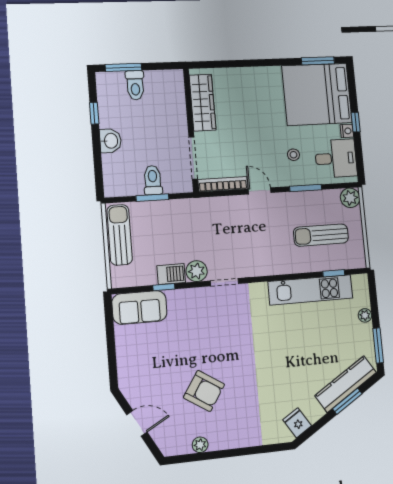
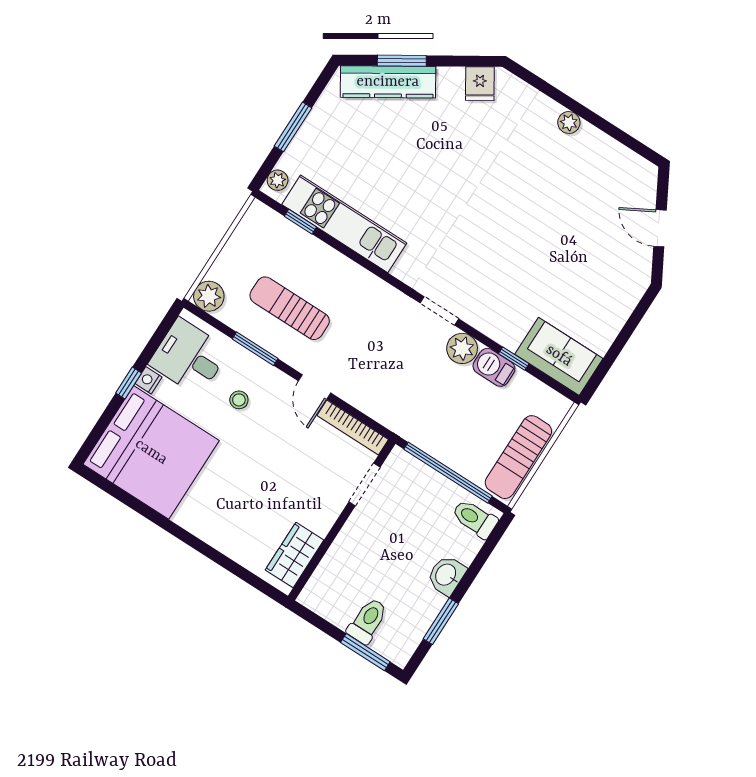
window: (318, 61) -> (118, 493), removed
wardrobe: (203, 103) -> (295, 555), width x0.67
window: (94, 113) -> (441, 621), width x1.50
doorway: (193, 158) -> (364, 484), width x0.73
toilet: (153, 180) -> (475, 519), moved, turned 90
window: (152, 198) -> (448, 473), width x2.11
sun lounger: (321, 235) -> (290, 308), moved, turned 180
plant: (365, 315) -> (278, 180), moved
window: (378, 346) -> (293, 127), moved
armchair: (204, 391) -> (558, 205), removed
plant: (200, 445) -> (569, 123), moved

